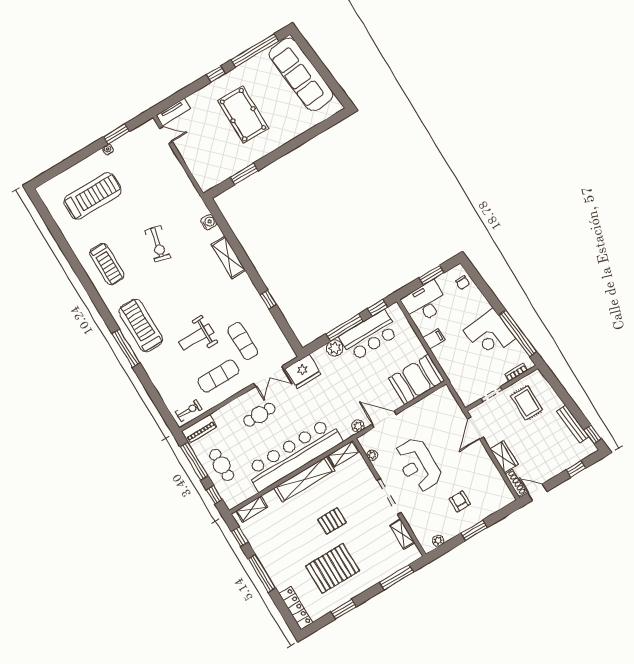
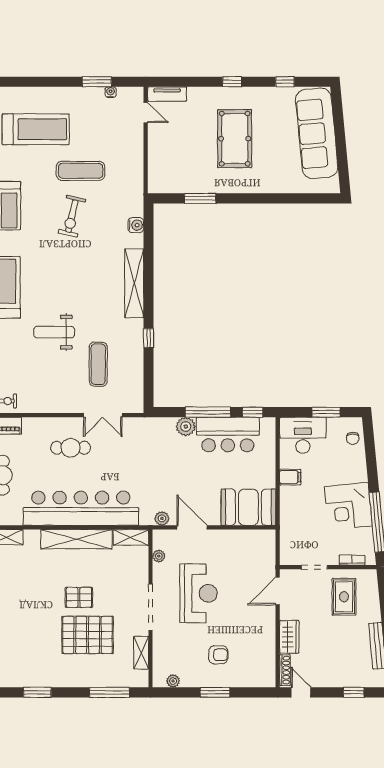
window: (255, 51) -> (285, 82), width x0.32
water cooler: (108, 150) -> (111, 92), moved
shelving: (228, 257) -> (134, 283), width x1.47
fridge: (303, 371) -> (140, 431), removed
exercise mat: (218, 376) -> (81, 171), moved
reception desk: (418, 465) -> (199, 593), turned 180
armchair: (460, 501) -> (218, 655), turned 90
pallet: (333, 568) -> (88, 635), moved

